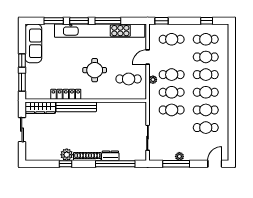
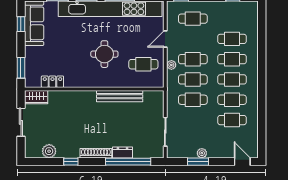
cafe table: (206, 39) -> (232, 19), removed
window: (22, 60) -> (21, 24), moved
locker: (66, 94) -> (52, 82), moved, width x0.66
bench: (76, 107) -> (120, 96), moved
wardrobe: (40, 108) -> (36, 97), width x0.67
plant: (67, 155) -> (49, 151), moved
window: (176, 164) -> (198, 162), width x0.69
door: (215, 164) -> (242, 162), hinge flipped

